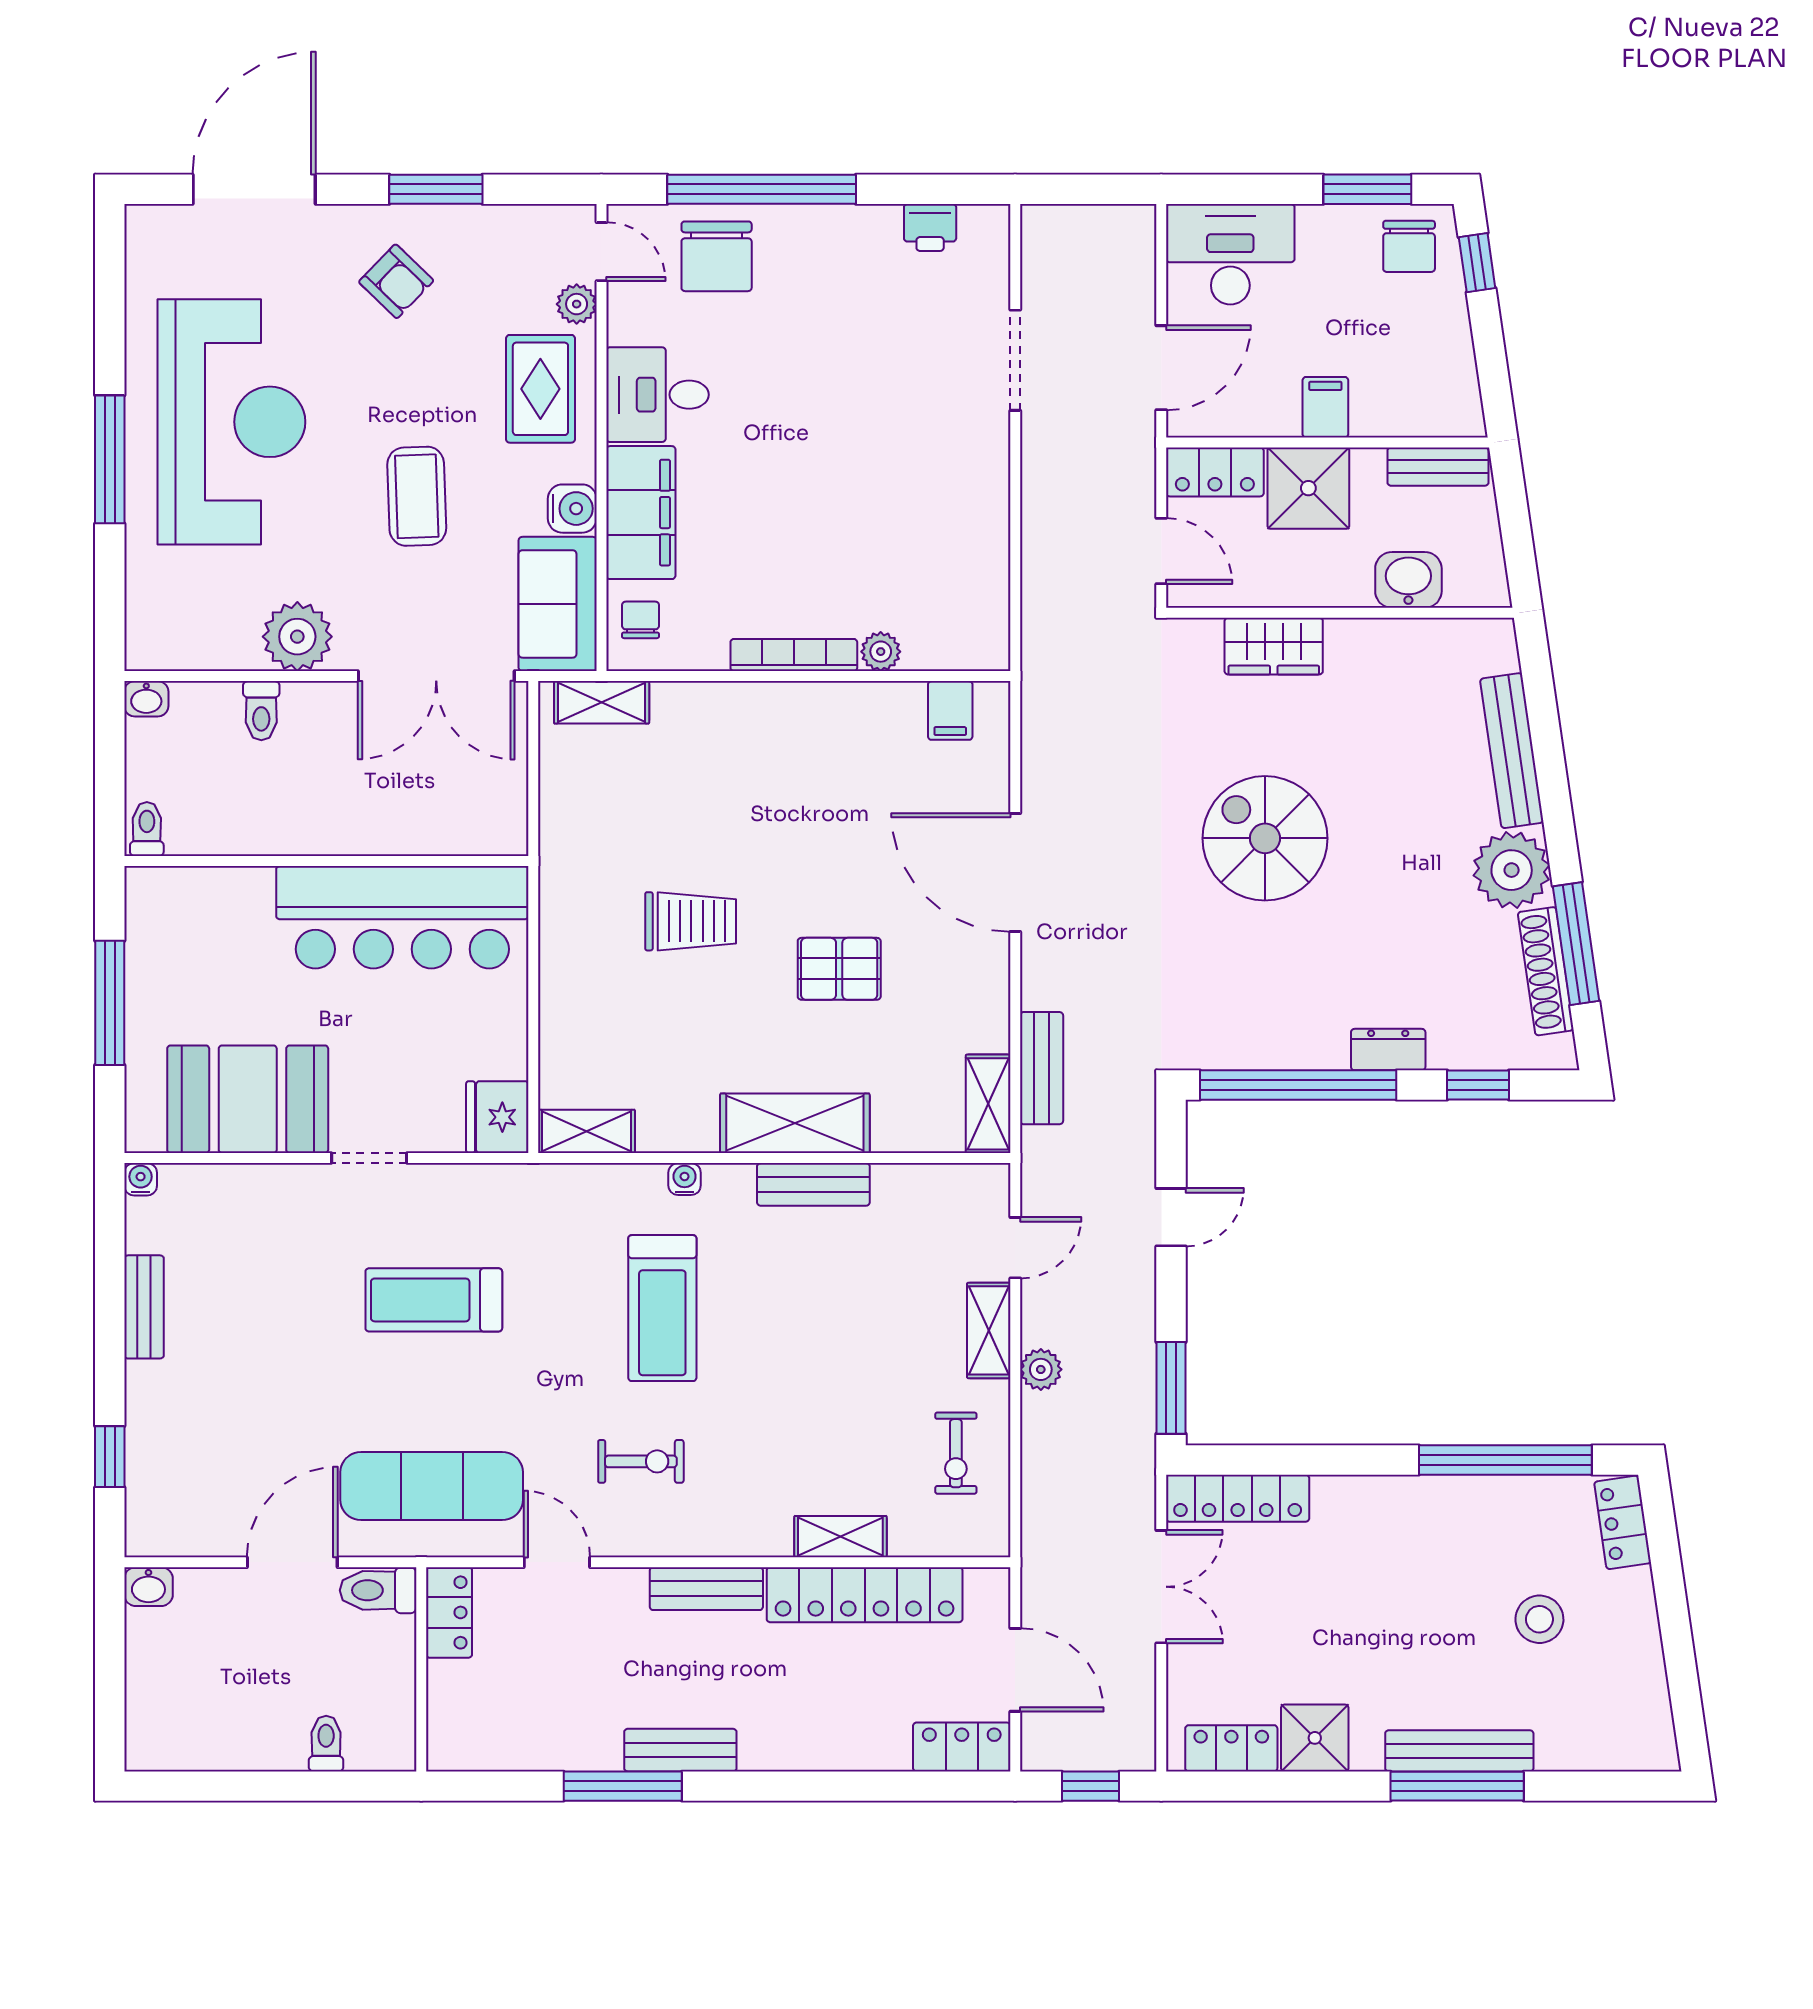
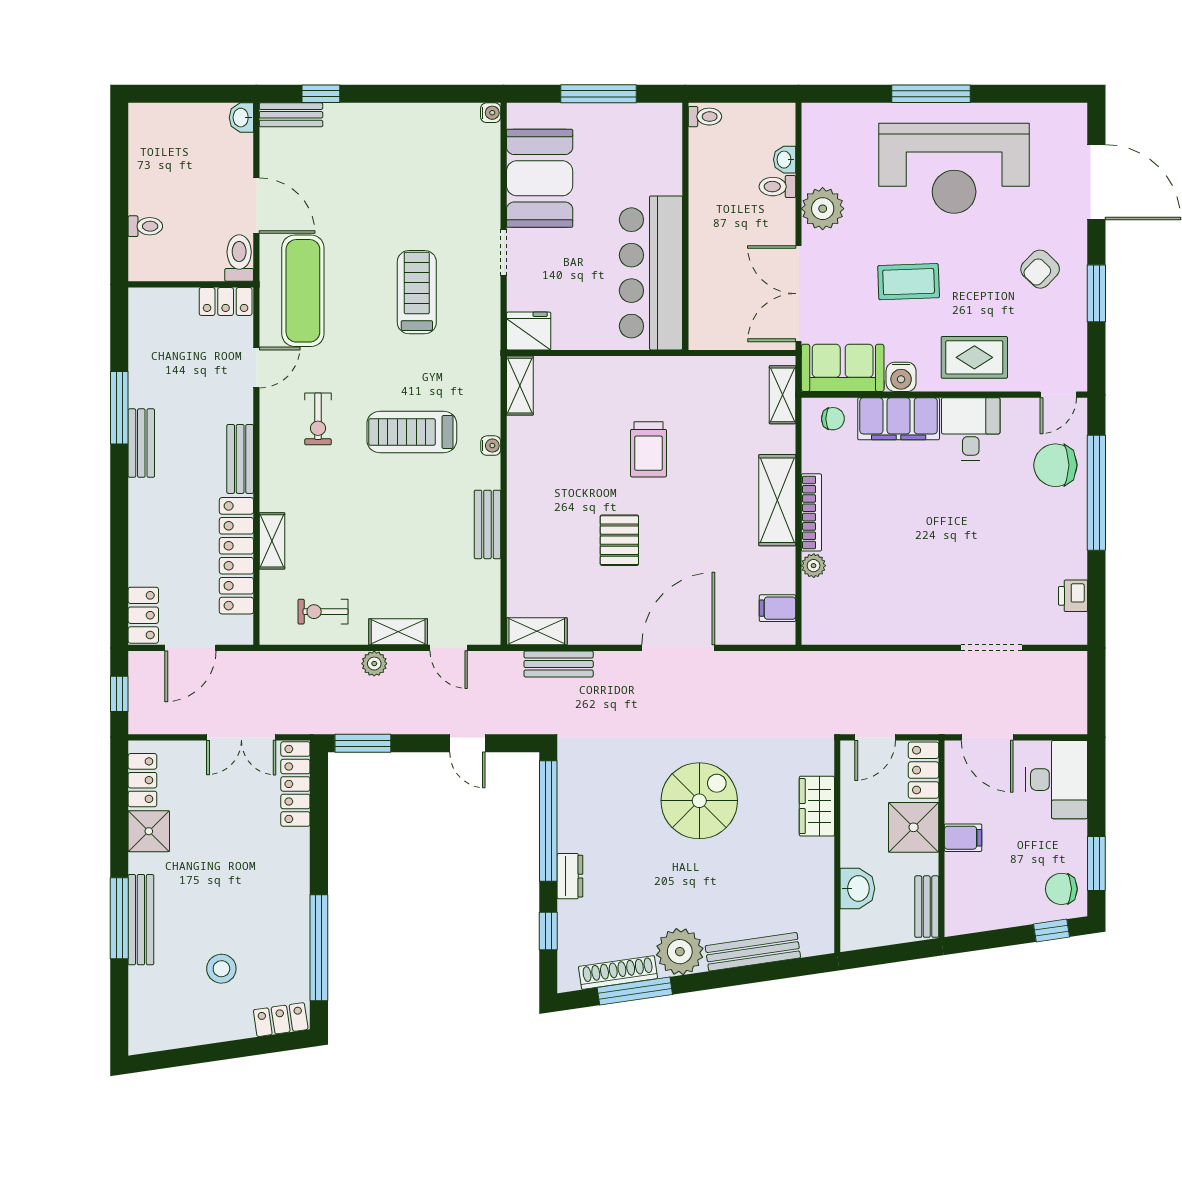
plant: (577, 304) -> (1026, 380), removed
washbasin: (146, 699) -> (785, 160), moved
shelving: (795, 1123) -> (777, 500), moved
bench: (144, 1307) -> (291, 115), moved

